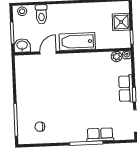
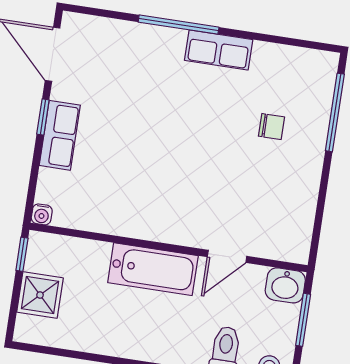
plant: (117, 57) -> (67, 215), removed
chair: (40, 127) -> (271, 127), moved
row of seats: (100, 135) -> (219, 50), moved

